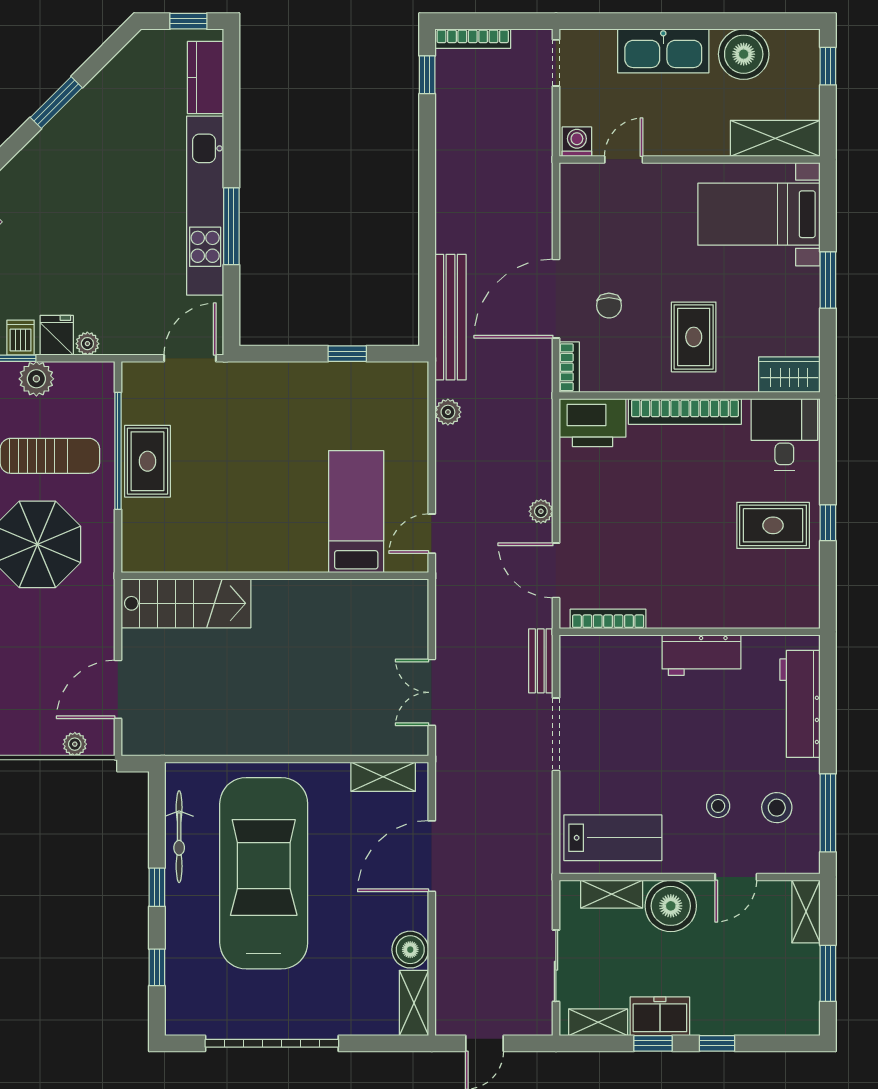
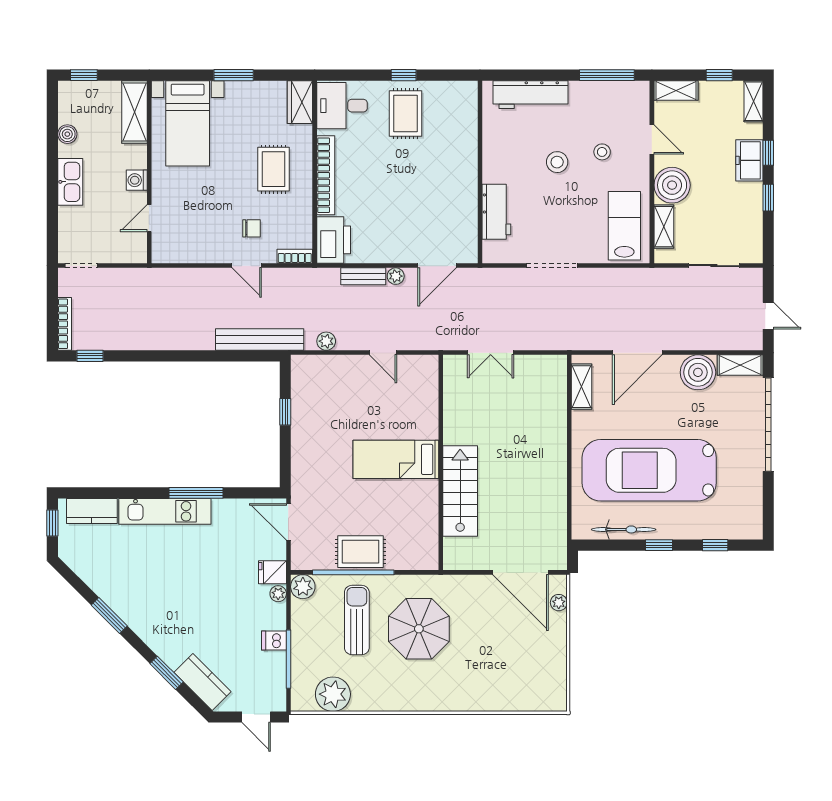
kitchen sink: (663, 51) -> (70, 182), width x0.73, depth x0.81
boiler: (744, 54) -> (67, 134), width x0.54, depth x0.54
washing machine: (577, 142) -> (137, 180), moved
door: (624, 159) -> (149, 218), hinge flipped
kitchen unit: (205, 206) -> (165, 511), width x0.73
door: (556, 299) -> (247, 266), width x0.53
fridge: (57, 335) -> (272, 572), moved
rug: (694, 337) -> (274, 169), turned 90
plant: (36, 379) -> (303, 587), moved
bed: (356, 512) -> (396, 459), moved
door: (432, 534) -> (383, 353), moved
stairs: (186, 603) -> (460, 491), moved
bookcase: (608, 619) -> (471, 229), removed
workbench: (701, 655) -> (496, 212), moved
bench: (541, 661) -> (363, 276), moved
door: (118, 689) -> (520, 572), width x1.36
double door: (432, 692) -> (491, 353), moved
stool: (777, 808) -> (557, 162), moved
door: (432, 856) -> (637, 353), hinge flipped
boiler: (410, 950) -> (698, 372), width x1.37, depth x1.37
window: (828, 973) -> (719, 75), width x0.67
freezer: (660, 1016) -> (749, 160), moved
shelving: (598, 1022) -> (754, 101), moved
garage door: (272, 1043) -> (768, 425), moved

